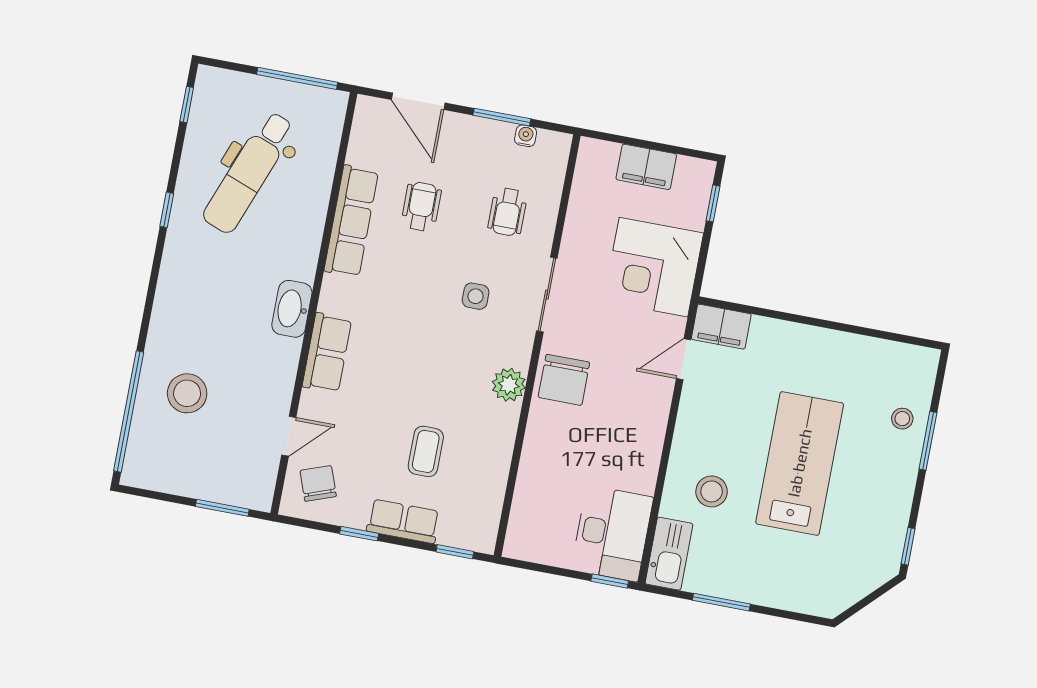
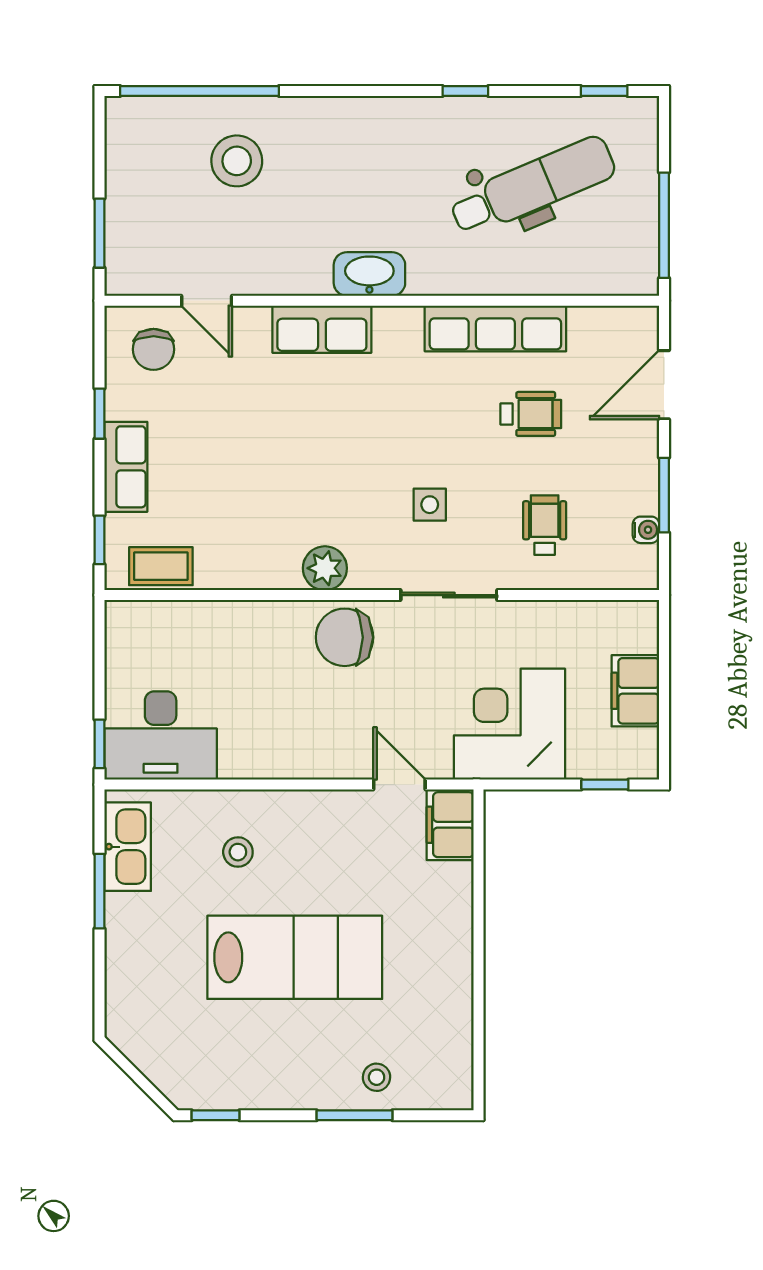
dental chair: (249, 172) -> (533, 186), turned 136
wheelchair: (507, 212) -> (545, 525), turned 90
coffee table: (426, 451) -> (161, 566), moved
chair: (318, 483) -> (154, 349), turned 110
stool: (712, 491) -> (238, 852), width x0.73, depth x0.73
kitchen sink: (669, 554) -> (128, 847), moved, turned -90

